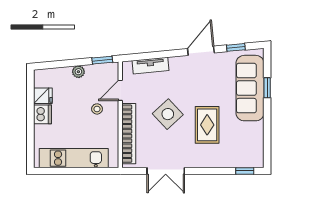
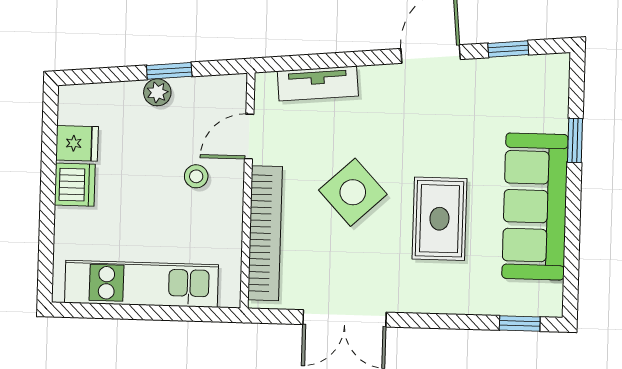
window: (102, 60) -> (169, 71), moved
sofa: (250, 88) -> (535, 206), moved

